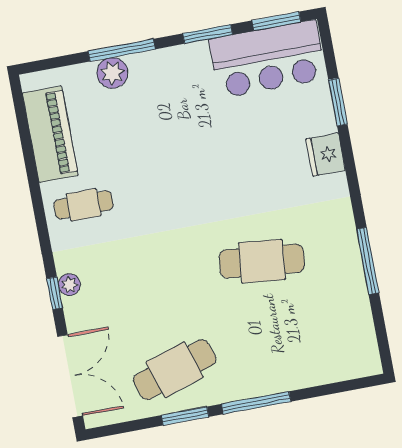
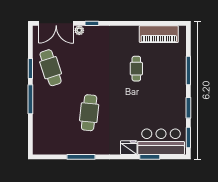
bar counter: (268, 59) -> (161, 142), moved, turned 90
plant: (112, 73) -> (180, 65), removed
cafe table: (83, 205) -> (136, 69), moved
plant: (69, 285) -> (79, 30), moved

